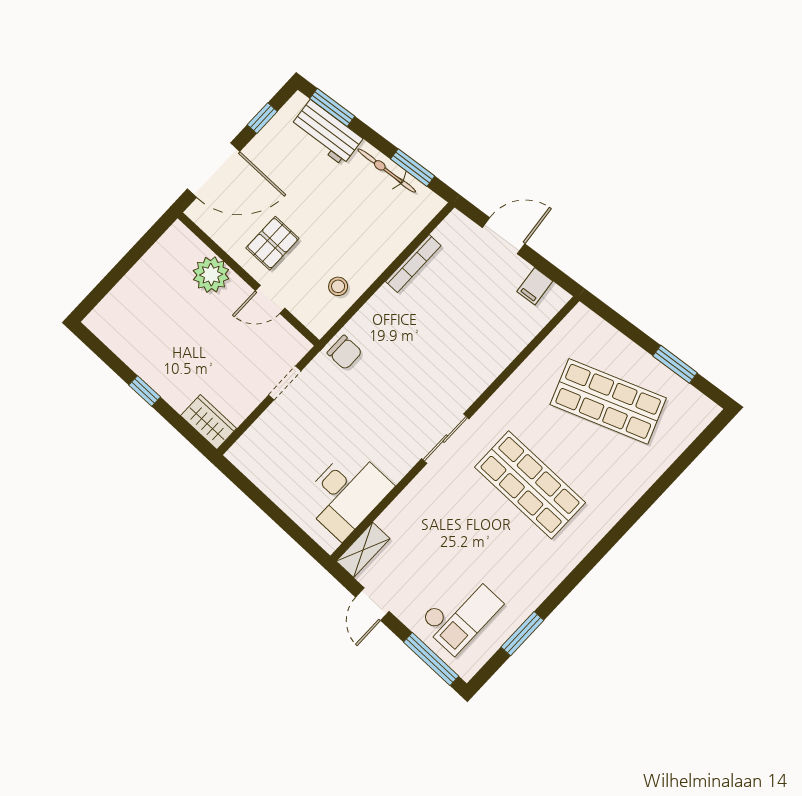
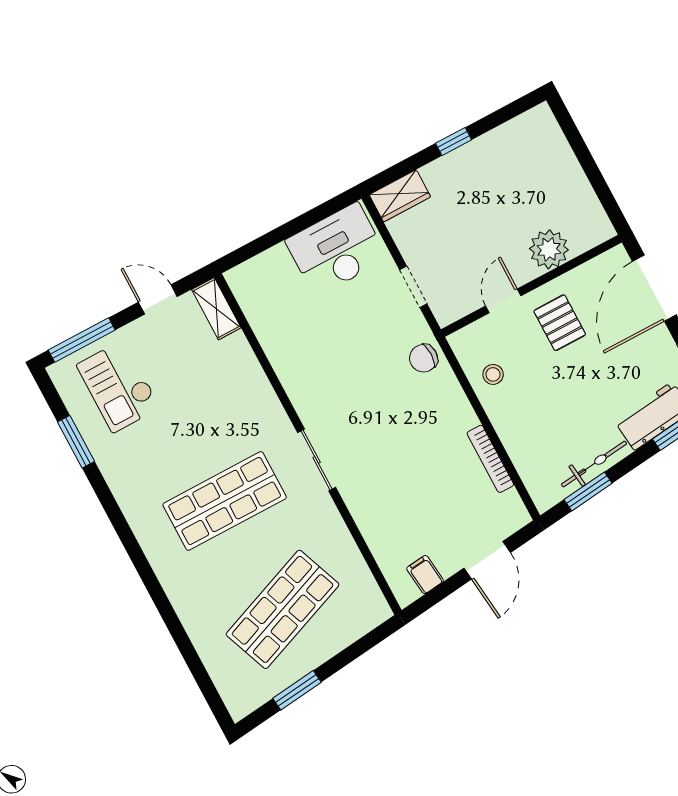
sliding door: (445, 439) -> (317, 460), moved
desk: (346, 494) -> (336, 249), moved, turned 90

